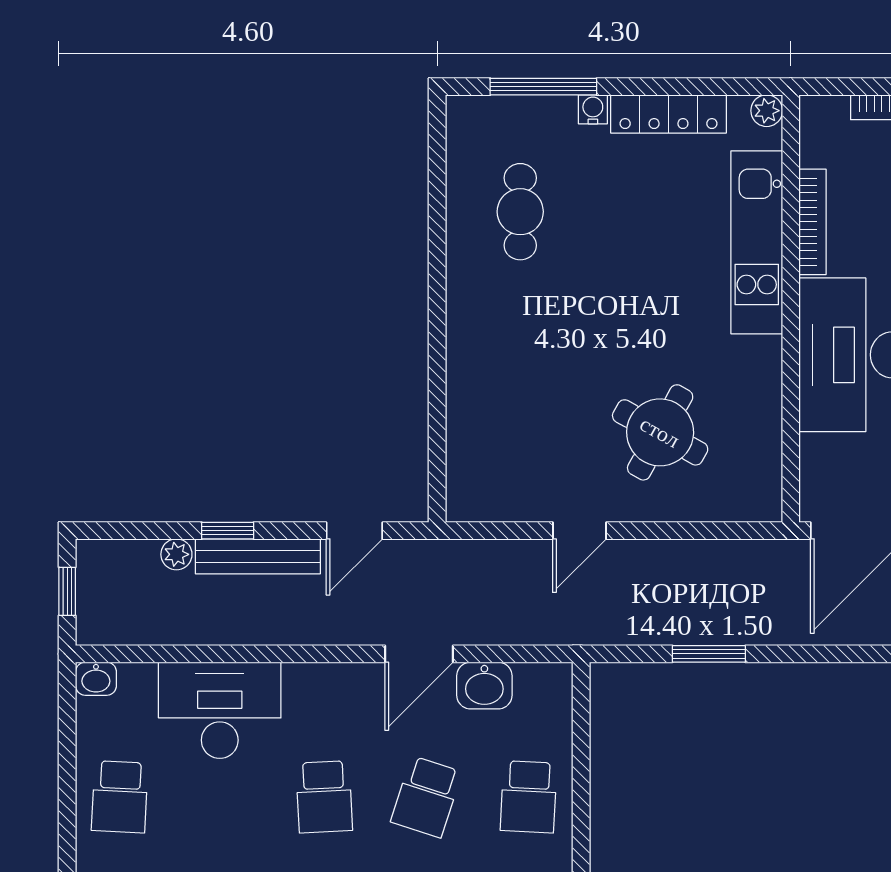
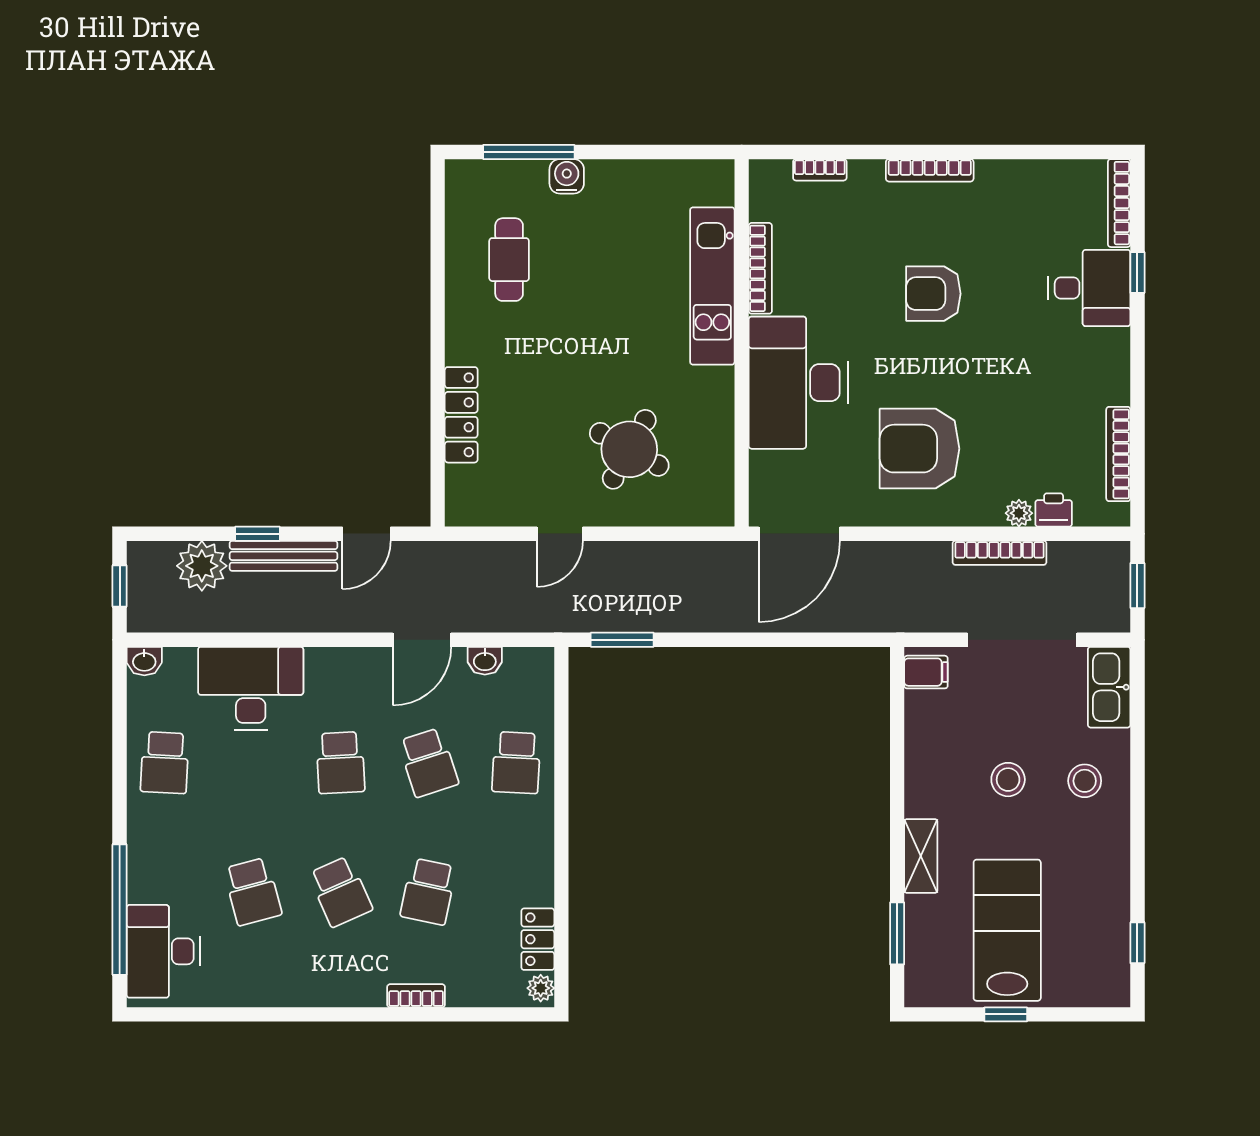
water cooler: (593, 109) -> (567, 176), width x1.38, depth x1.38
plant: (767, 111) -> (721, 173), removed
locker: (669, 114) -> (461, 415), moved, turned -90
plant: (176, 554) -> (202, 566), width x1.88, depth x1.88
window: (709, 654) -> (622, 640), moved
washbasin: (484, 686) -> (485, 661), width x0.72, depth x0.69
school desk: (426, 797) -> (428, 763), turned -36

